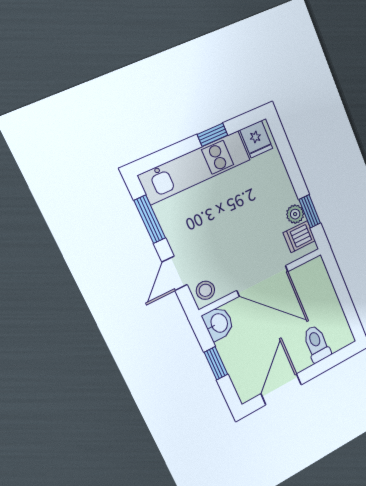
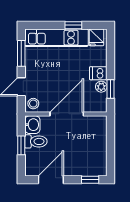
dishwasher: (299, 237) -> (98, 73), moved
door: (263, 281) -> (67, 114), swing flipped
toilet: (317, 344) -> (36, 141), moved, turned 90
window: (336, 359) -> (90, 180), added

